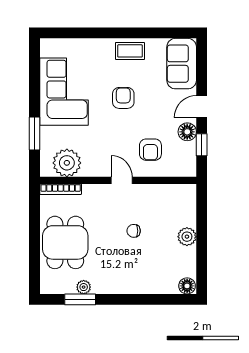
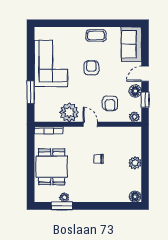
plant: (67, 163) -> (69, 112), moved
plant: (186, 169) -> (134, 117), added

